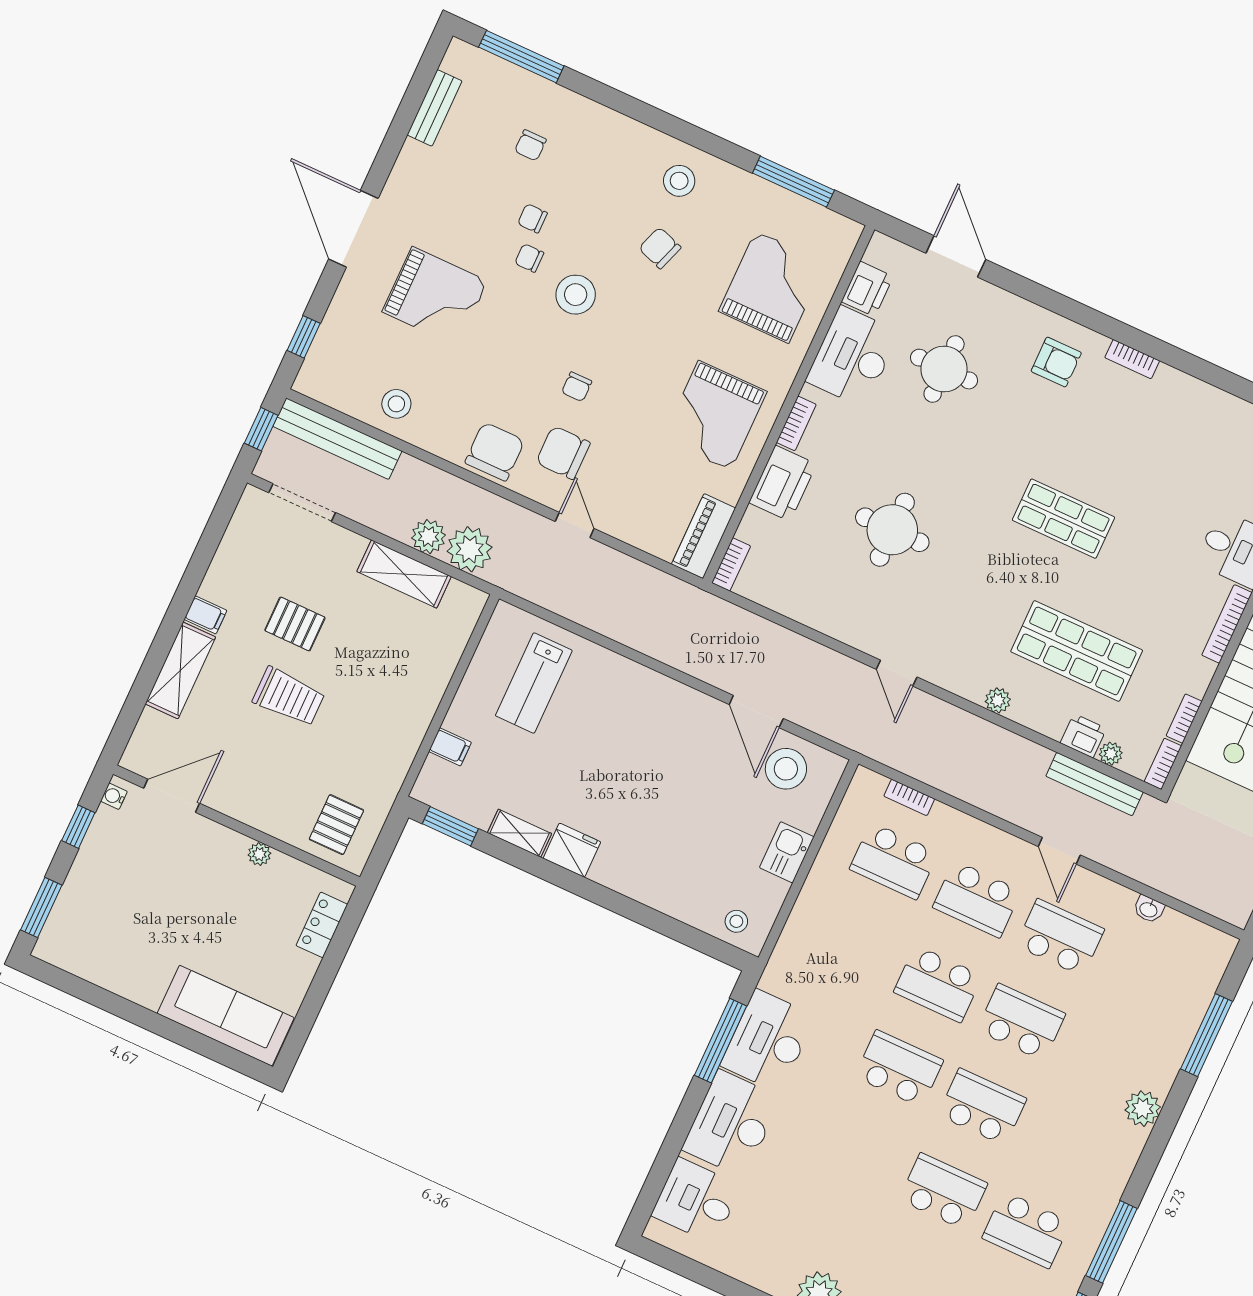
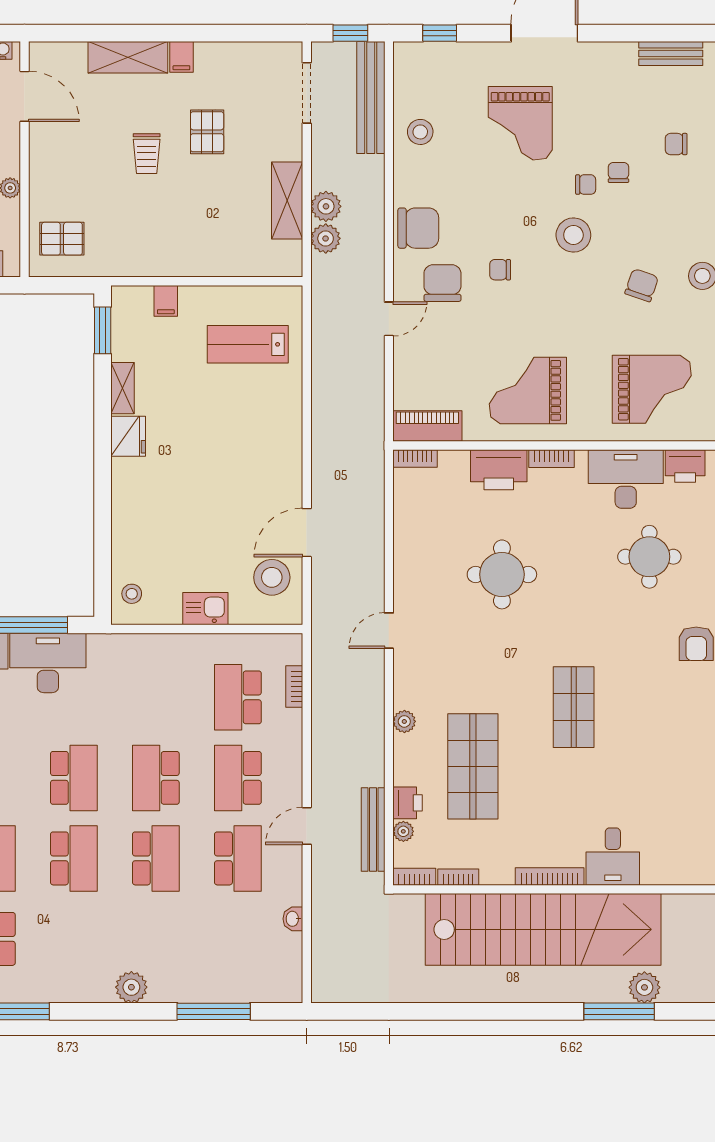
chair: (529, 258) -> (586, 185), turned 90
plant: (470, 549) -> (326, 238), width x0.73, depth x0.73
trolley: (289, 697) -> (147, 154), width x0.73, depth x0.72

